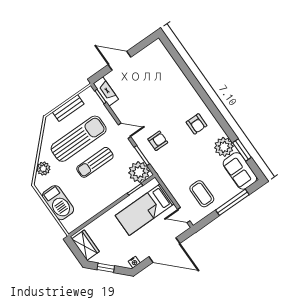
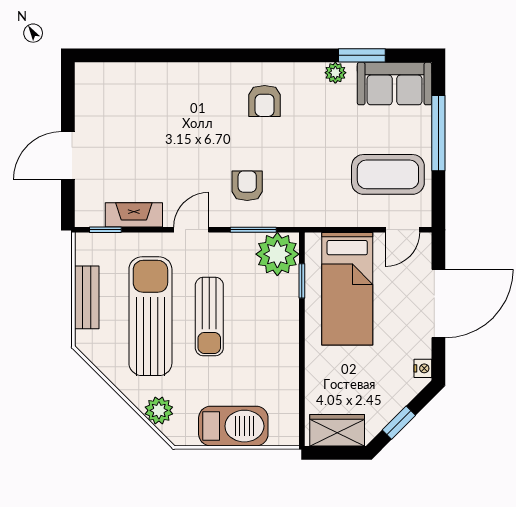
fireplace: (106, 92) -> (134, 215), moved
armchair: (197, 124) -> (265, 101), turned 90
plant: (224, 147) -> (335, 73), width x0.53, depth x0.53
coffee table: (202, 194) -> (388, 174), width x1.36, depth x1.32

